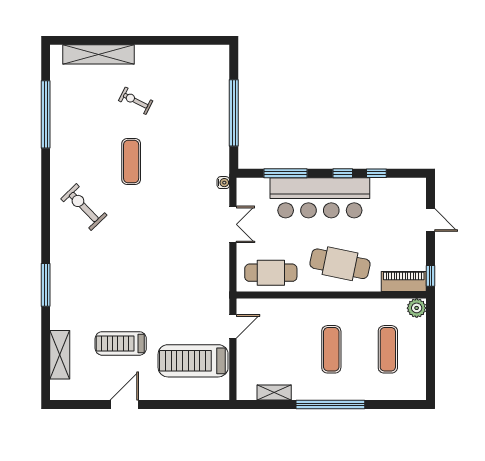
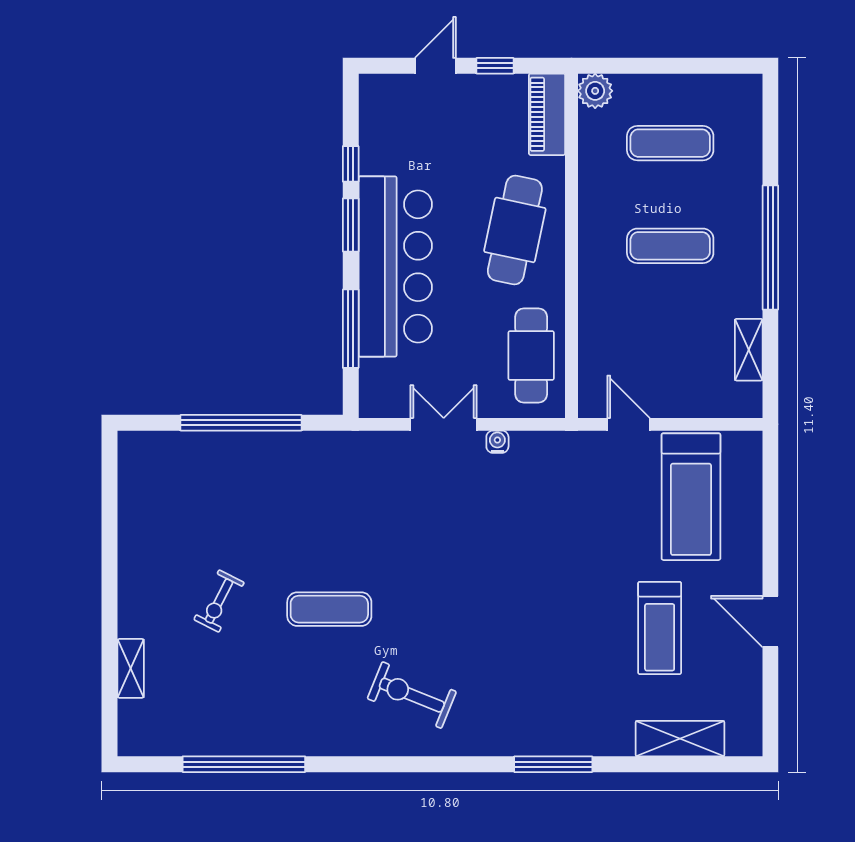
shelving: (98, 54) -> (131, 668), width x0.45, depth x0.75
window: (343, 173) -> (351, 225), width x1.50
water cooler: (223, 183) -> (497, 442), moved
exercise bike: (84, 207) -> (412, 695), turned 66
window: (430, 276) -> (495, 66), moved

